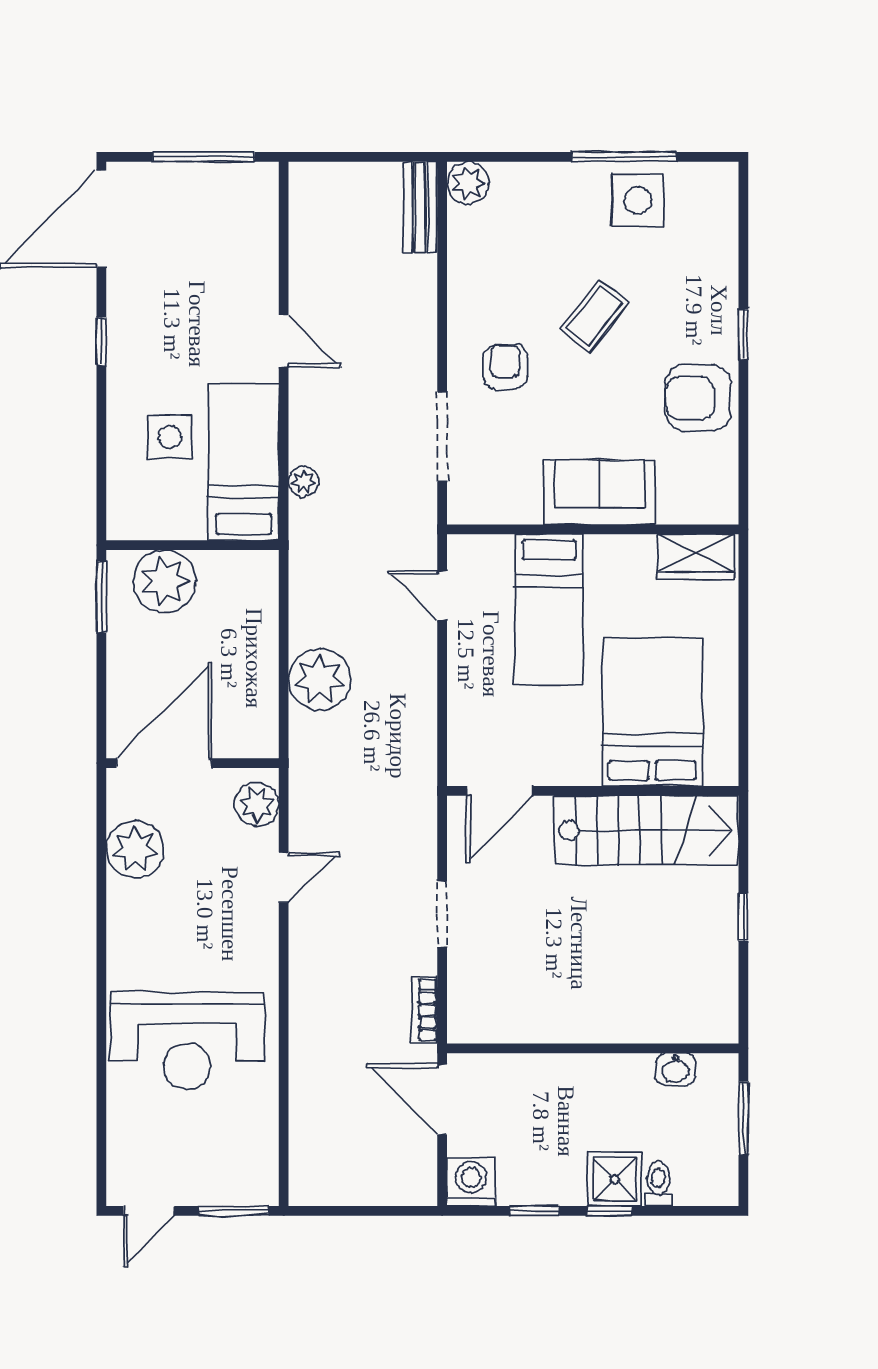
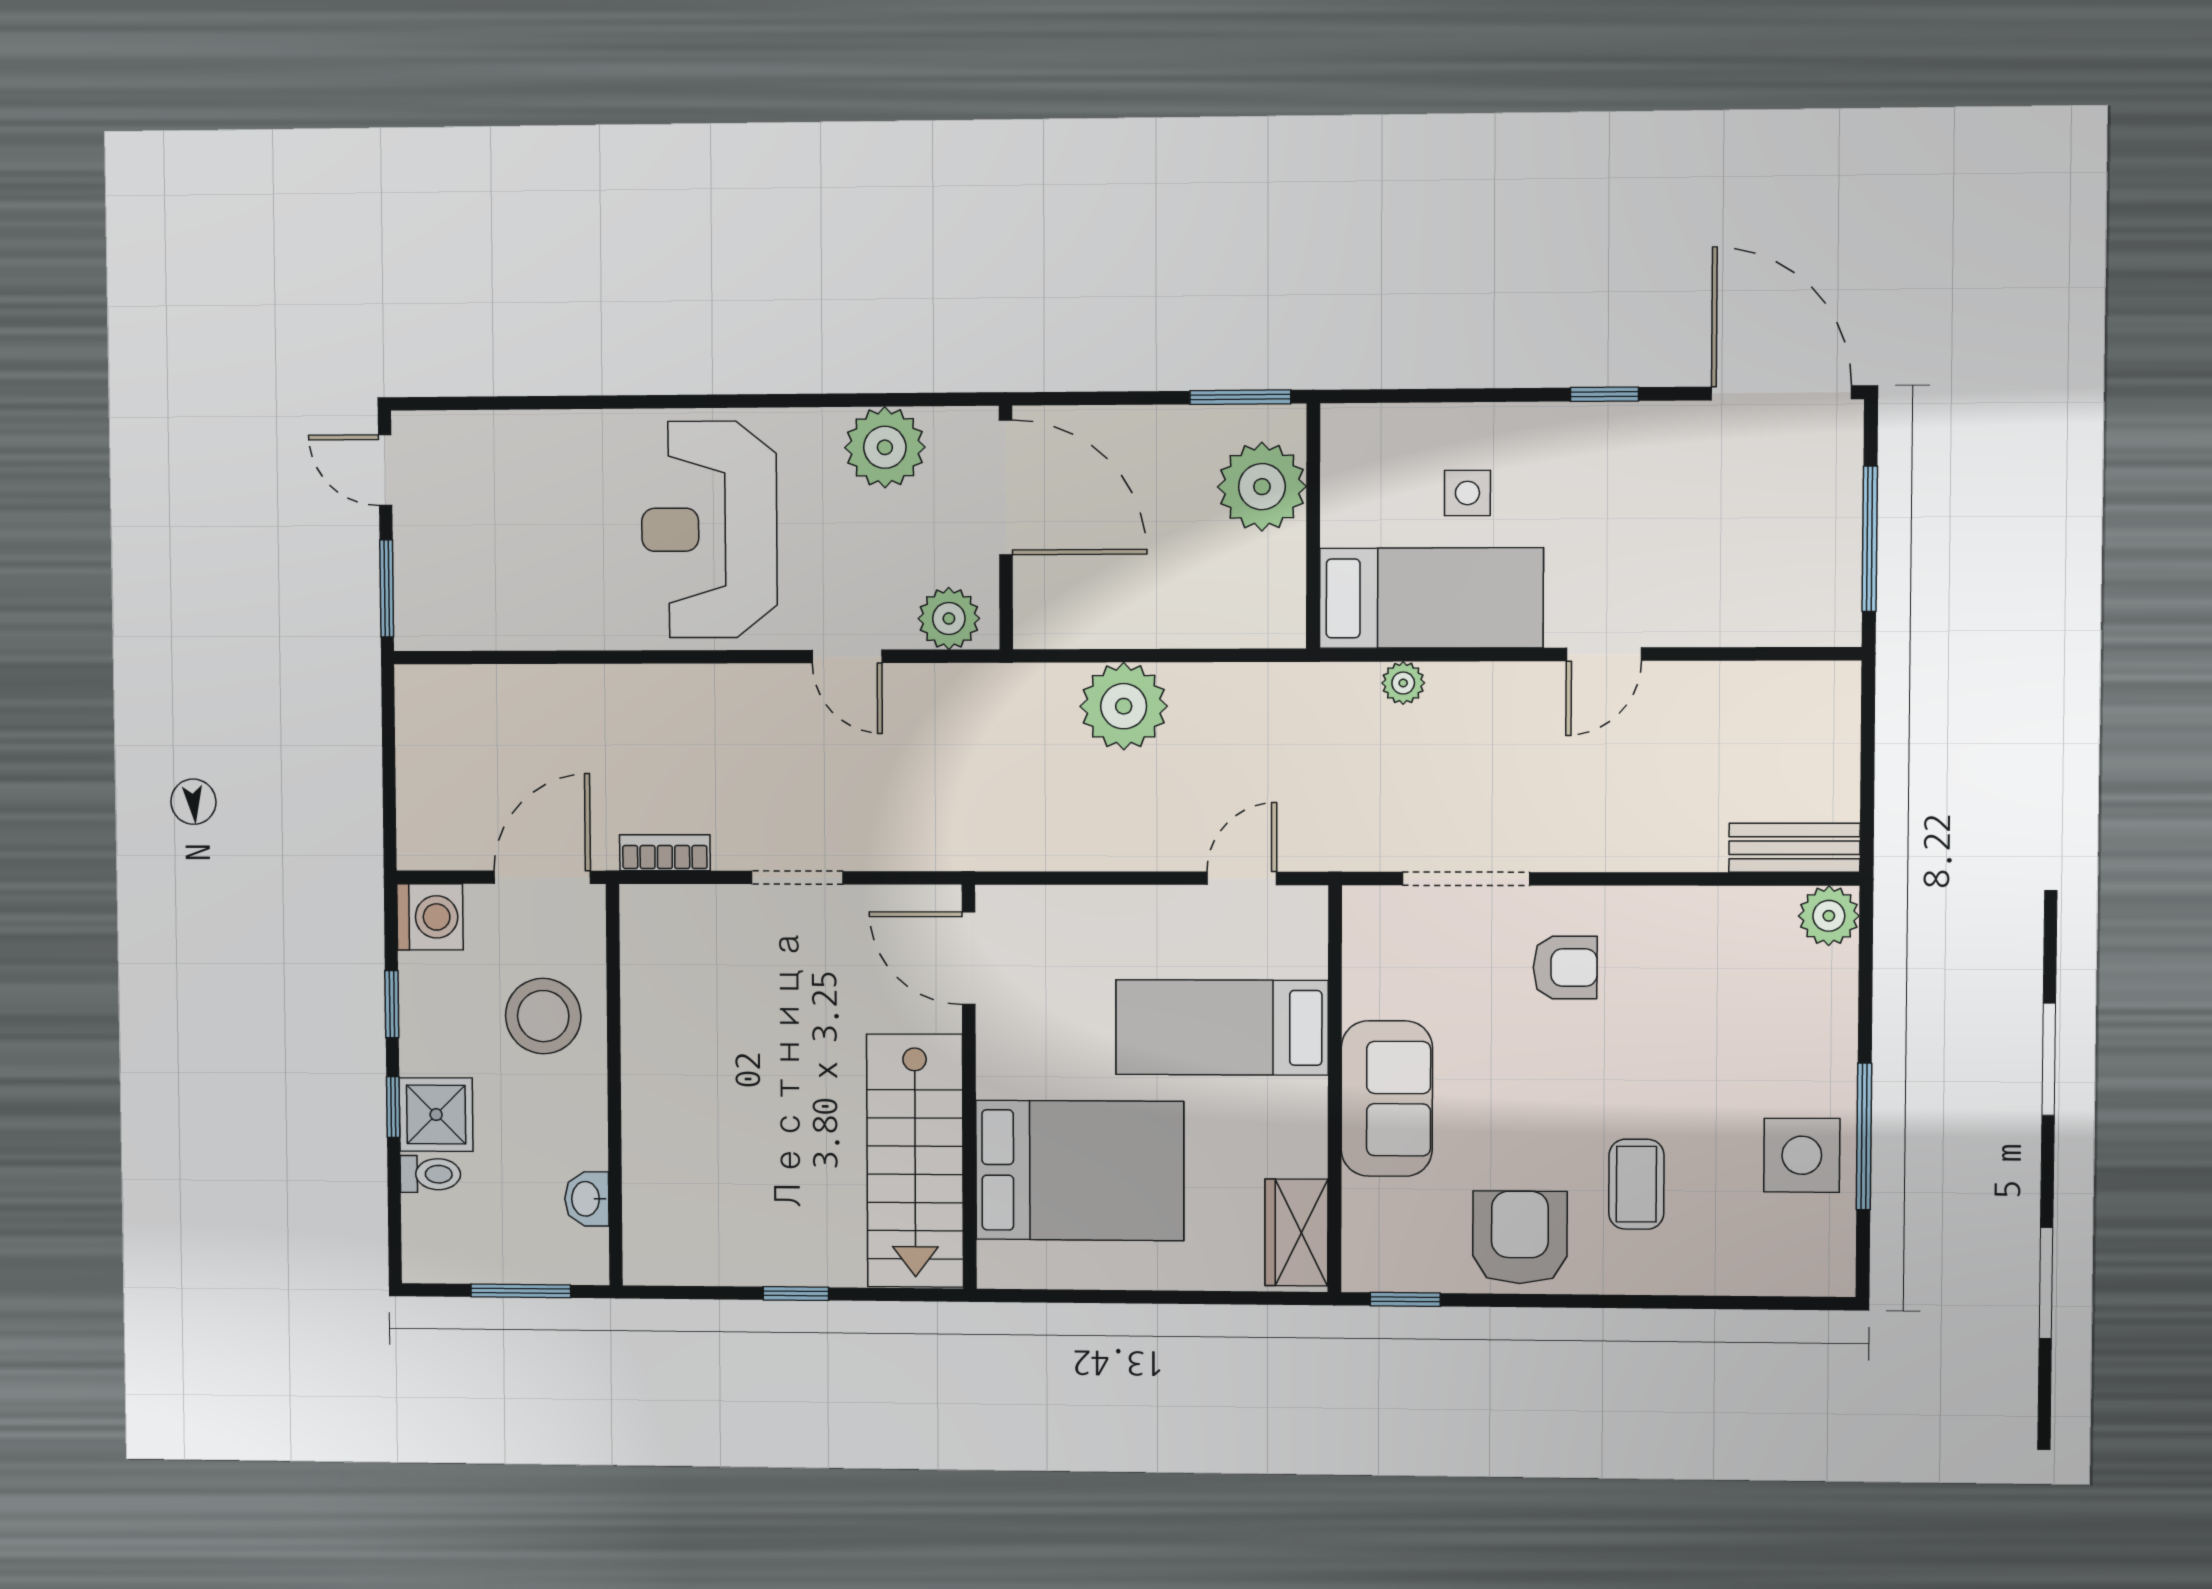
coffee table: (595, 315) -> (1636, 1184), moved, turned 51
window: (743, 334) -> (1405, 1299), moved
side table: (170, 437) -> (1467, 493), width x0.73, depth x0.73
reception desk: (187, 1041) -> (709, 530), moved
stool: (543, 1100) -> (543, 1016), added

